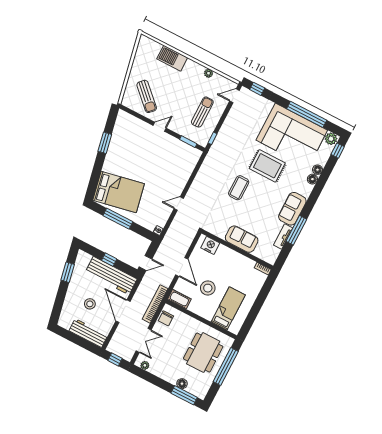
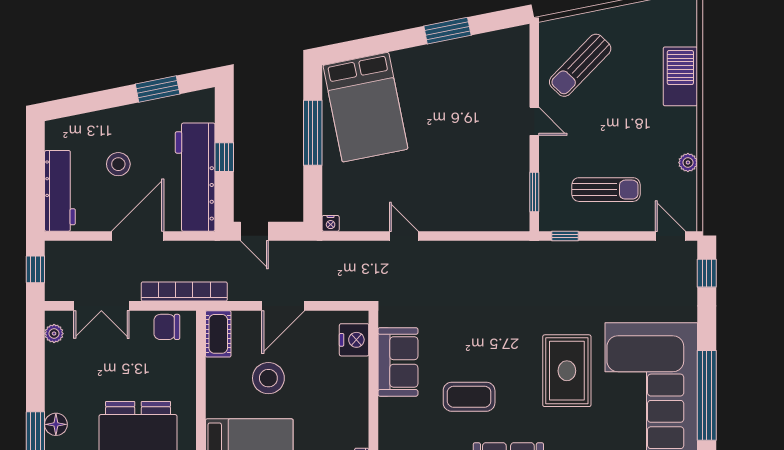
coffee table: (239, 188) -> (469, 397), moved
sofa: (242, 239) -> (398, 362), moved

